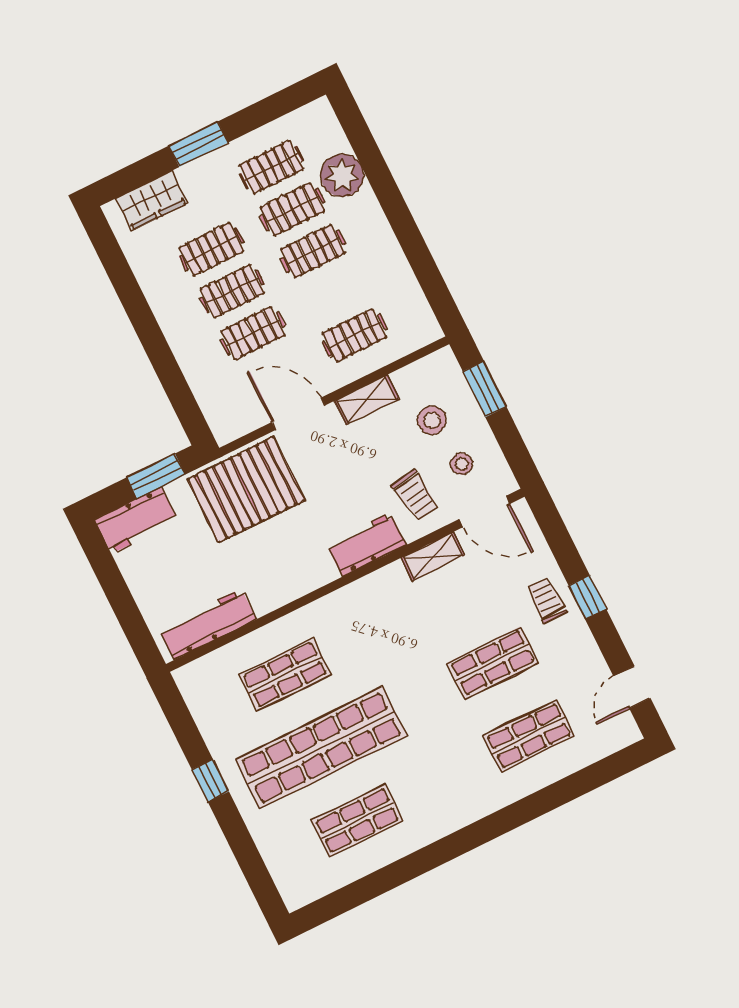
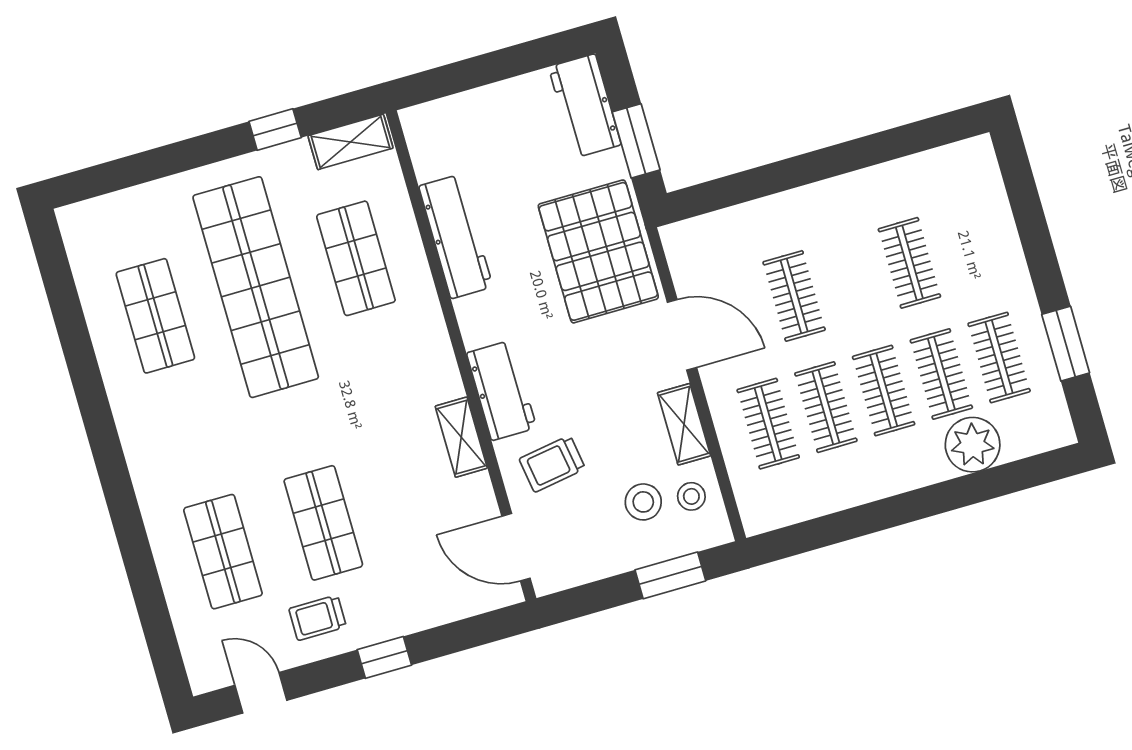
window: (198, 144) -> (1066, 344), moved
wardrobe: (151, 201) -> (984, 198), removed
clothes rail: (232, 291) -> (826, 407), moved
door: (298, 414) -> (682, 335), hinge flipped
stool: (462, 464) -> (691, 496), moved
door: (484, 511) -> (516, 547), hinge flipped
shelving: (433, 556) -> (461, 437), moved
trolley: (547, 600) -> (318, 618), moved, turned 180
workbench: (208, 624) -> (456, 237), moved
shelving: (197, 695) -> (351, 142), added
window: (210, 781) -> (275, 130), moved

